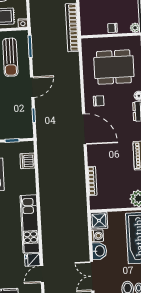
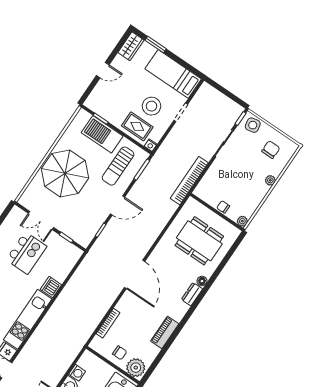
chair: (99, 101) -> (120, 353), moved
dishwasher: (27, 161) -> (51, 287), moved
shower: (99, 221) -> (88, 361), removed

